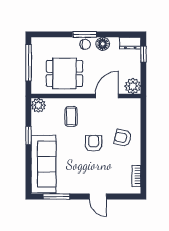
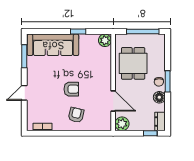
coffee table: (71, 116) -> (95, 69), removed

